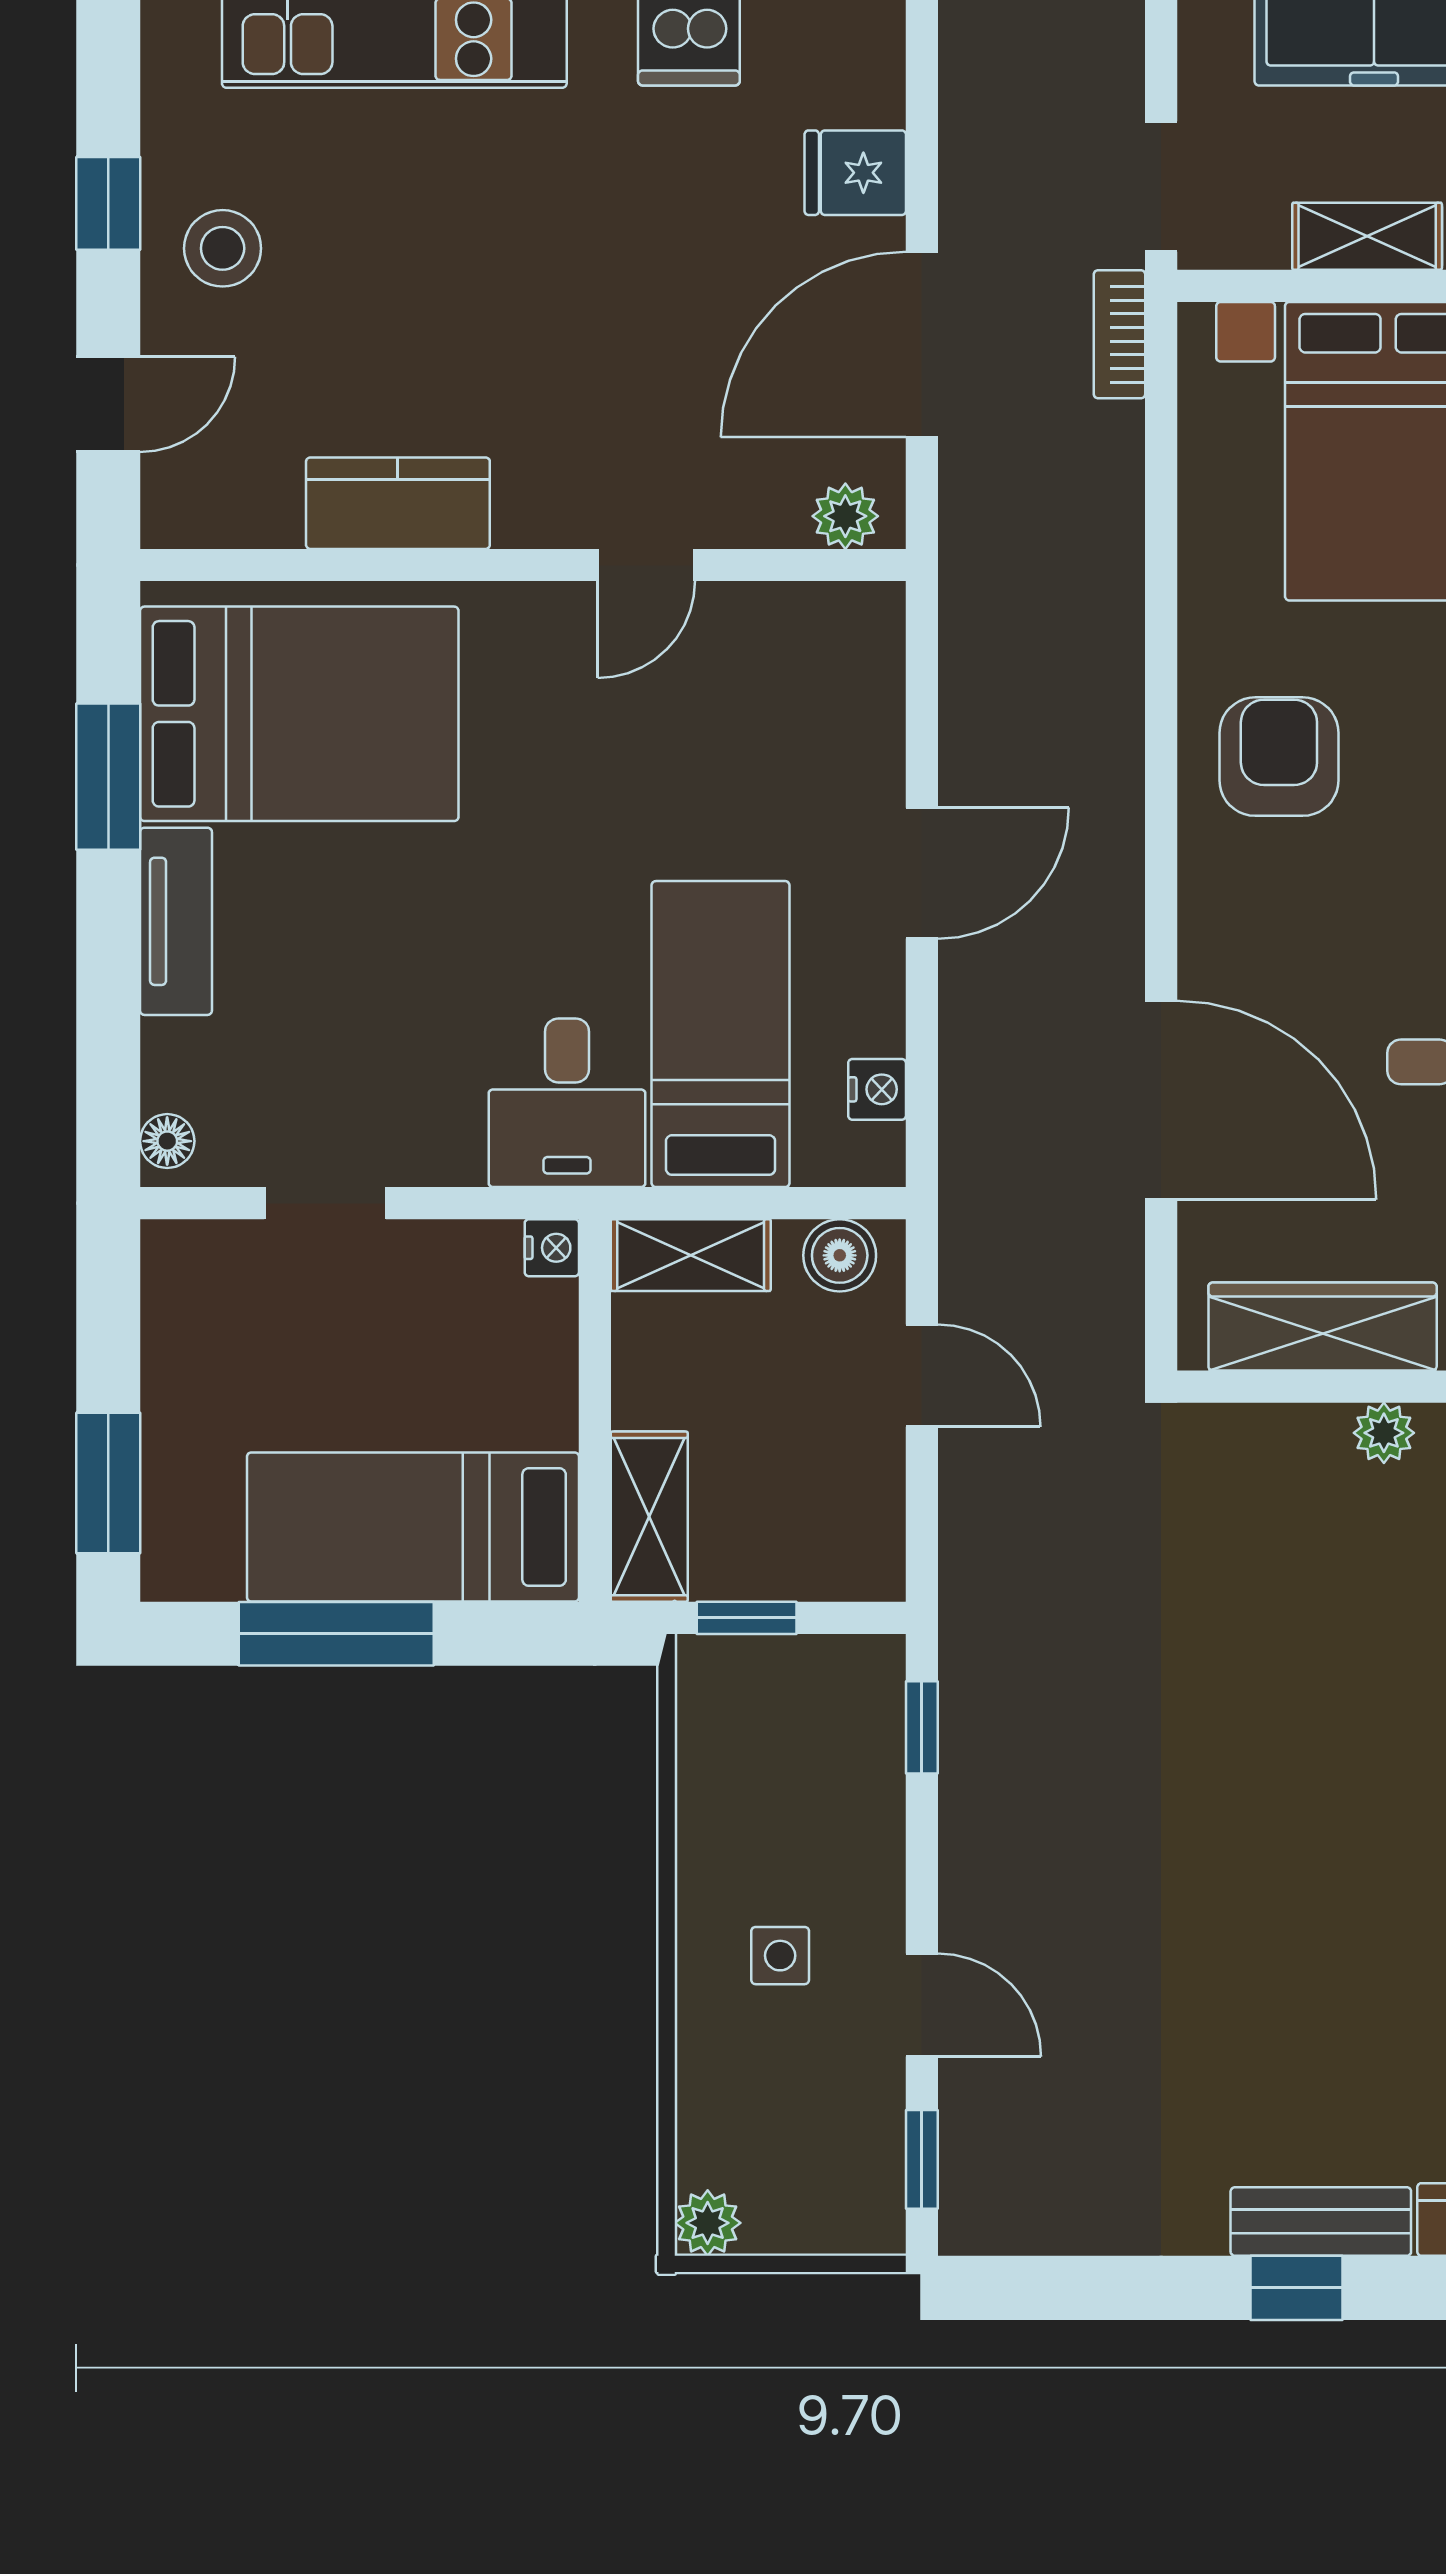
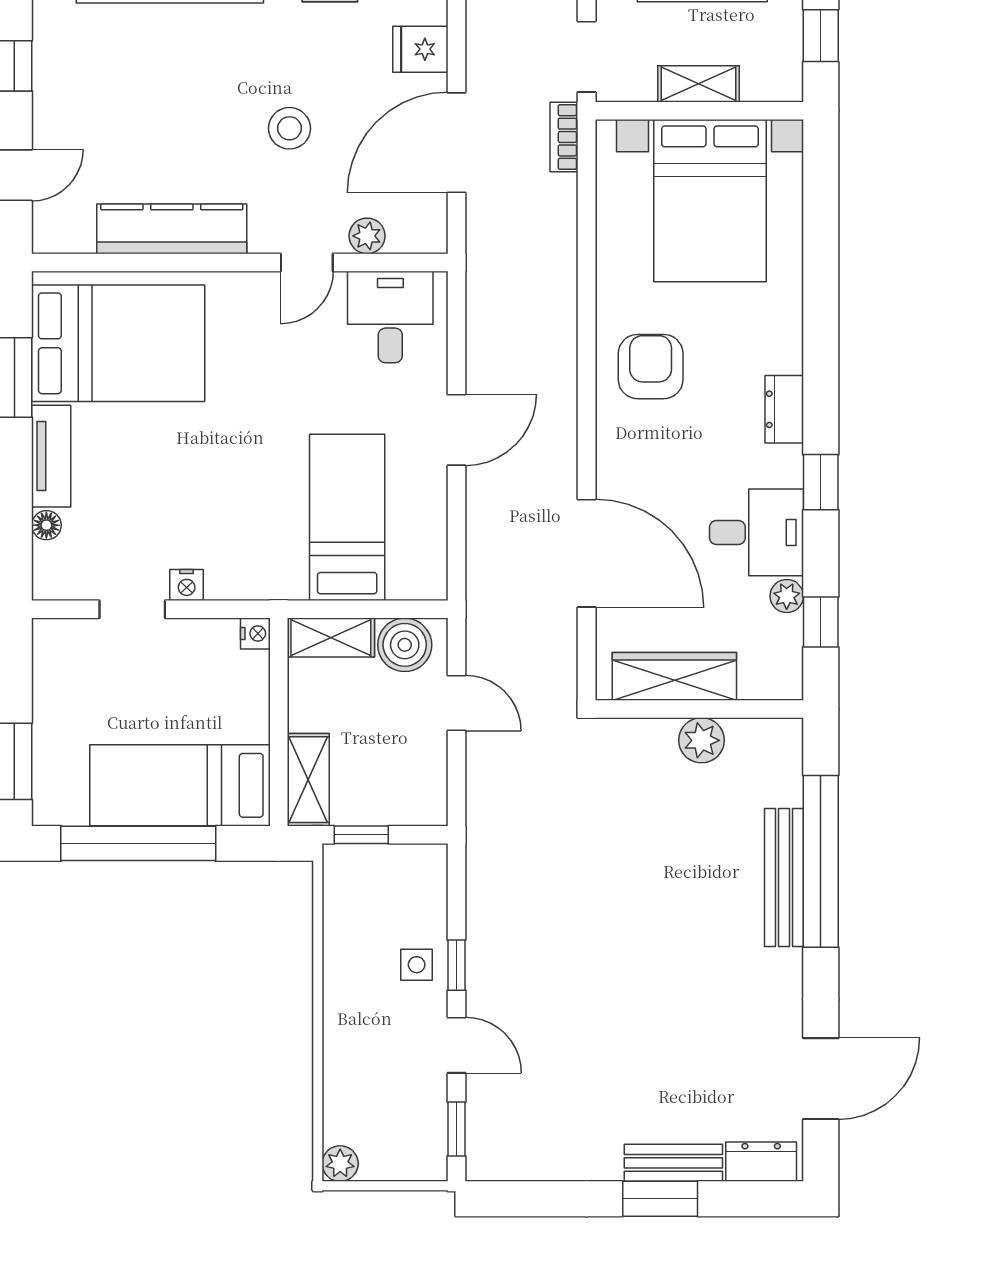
stool: (223, 248) -> (289, 128), moved
kitchen counter: (398, 503) -> (172, 229), width x1.50
plant: (845, 516) -> (367, 236), moved
nightstand: (877, 1089) -> (187, 585), moved, turned 90
desk: (567, 1103) -> (390, 317), moved, turned 180
floor lamp: (167, 1141) -> (46, 525), moved
boiler: (840, 1255) -> (405, 645), width x1.36, depth x1.36
plant: (1384, 1433) -> (701, 740), width x1.38, depth x1.38
window: (336, 1634) -> (138, 843), width x1.46
window: (922, 1727) -> (457, 965), moved
side table: (780, 1956) -> (417, 965), moved
window: (1296, 2288) -> (660, 1199), width x1.50

